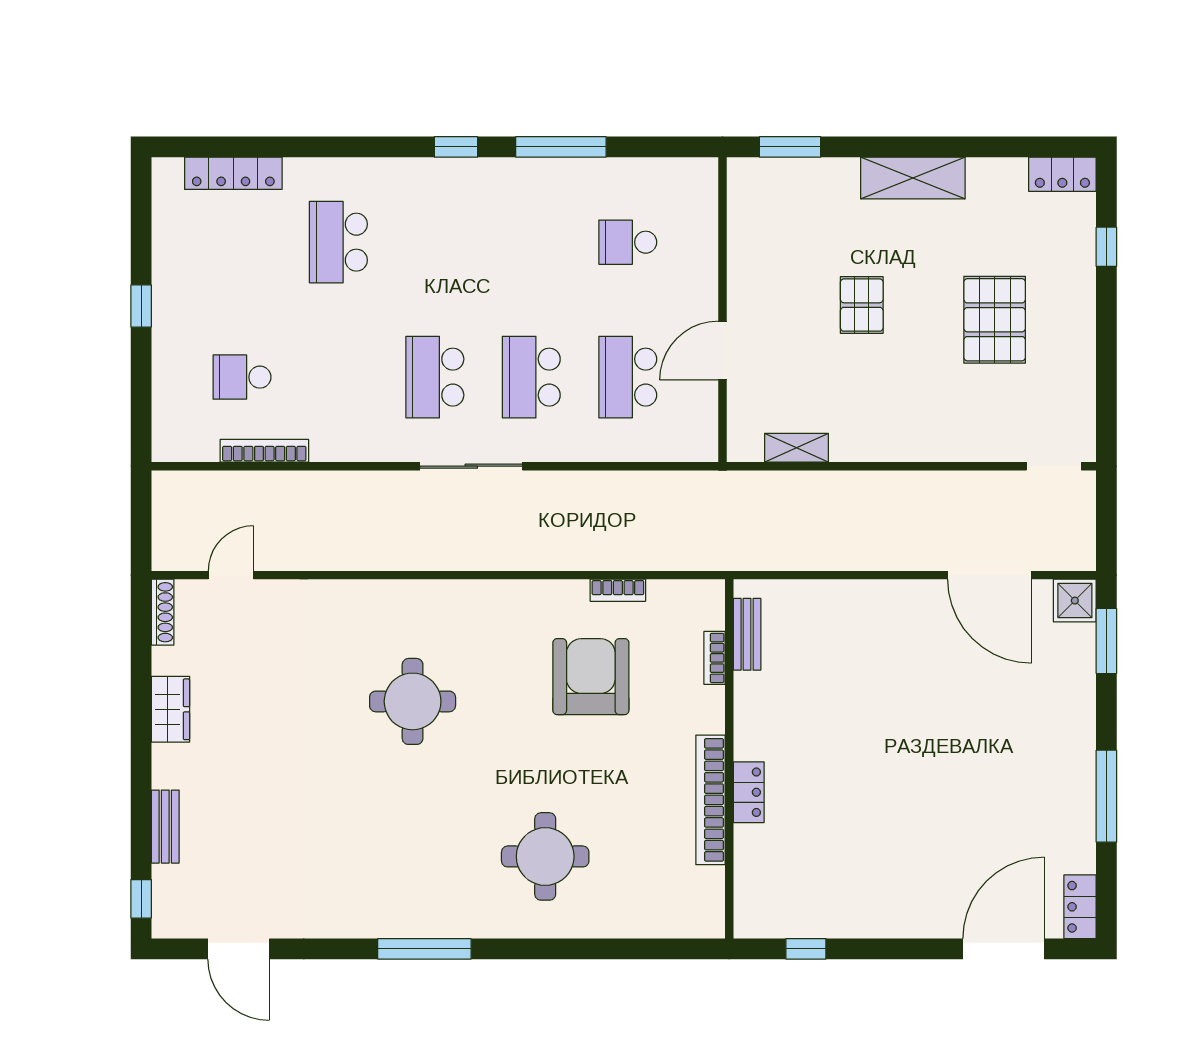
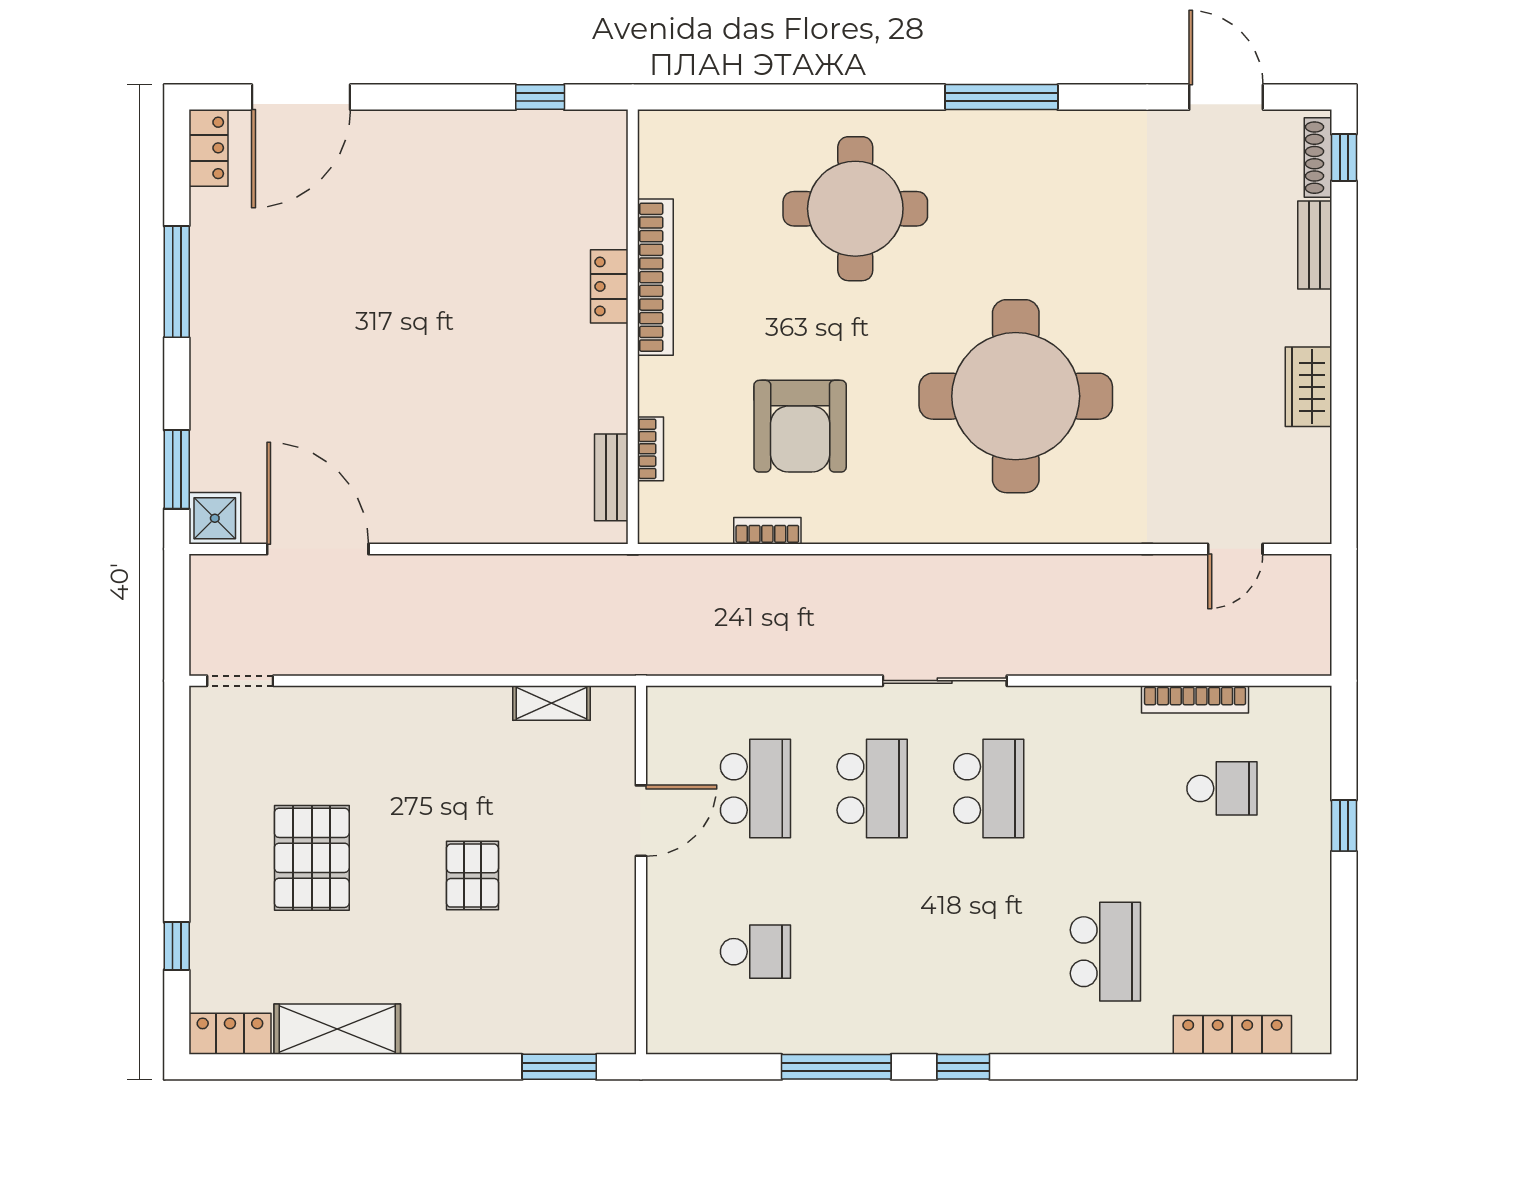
shelving: (913, 178) -> (337, 1029), moved
window: (141, 306) -> (1344, 826), moved
shoe rack: (163, 612) -> (1318, 158), moved
round table: (413, 701) -> (1016, 396), width x1.86, depth x1.86
round table: (545, 856) -> (855, 209), width x1.36, depth x1.36

